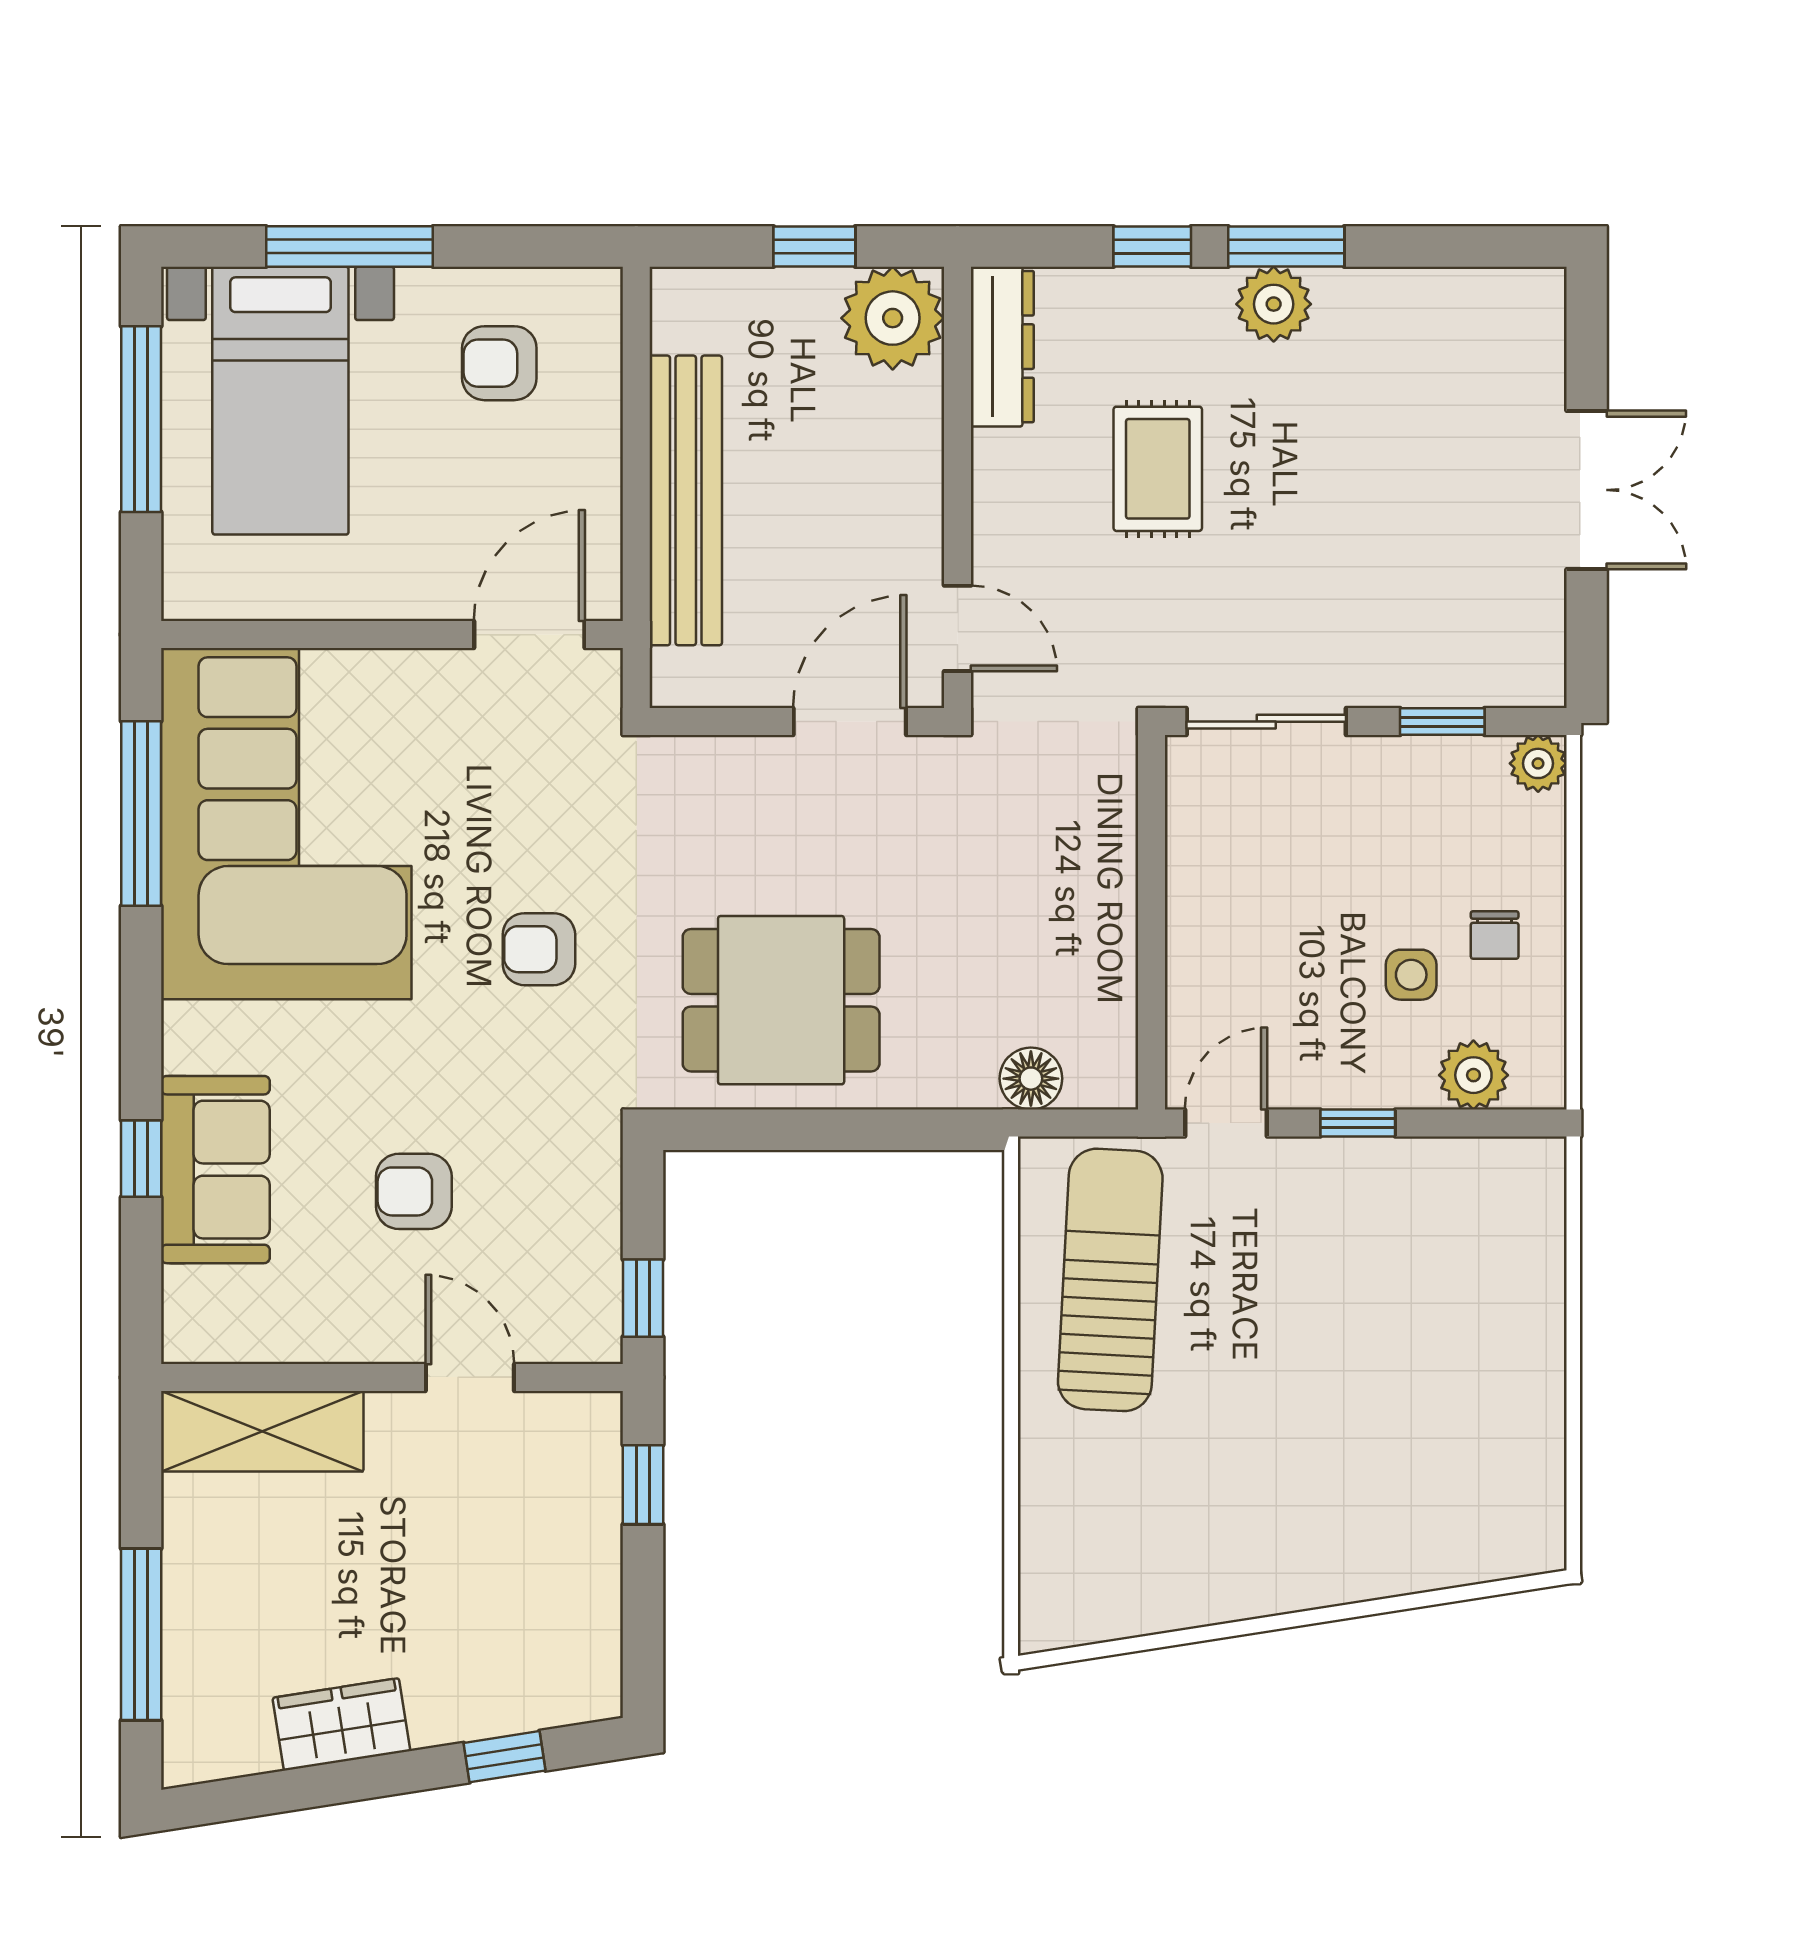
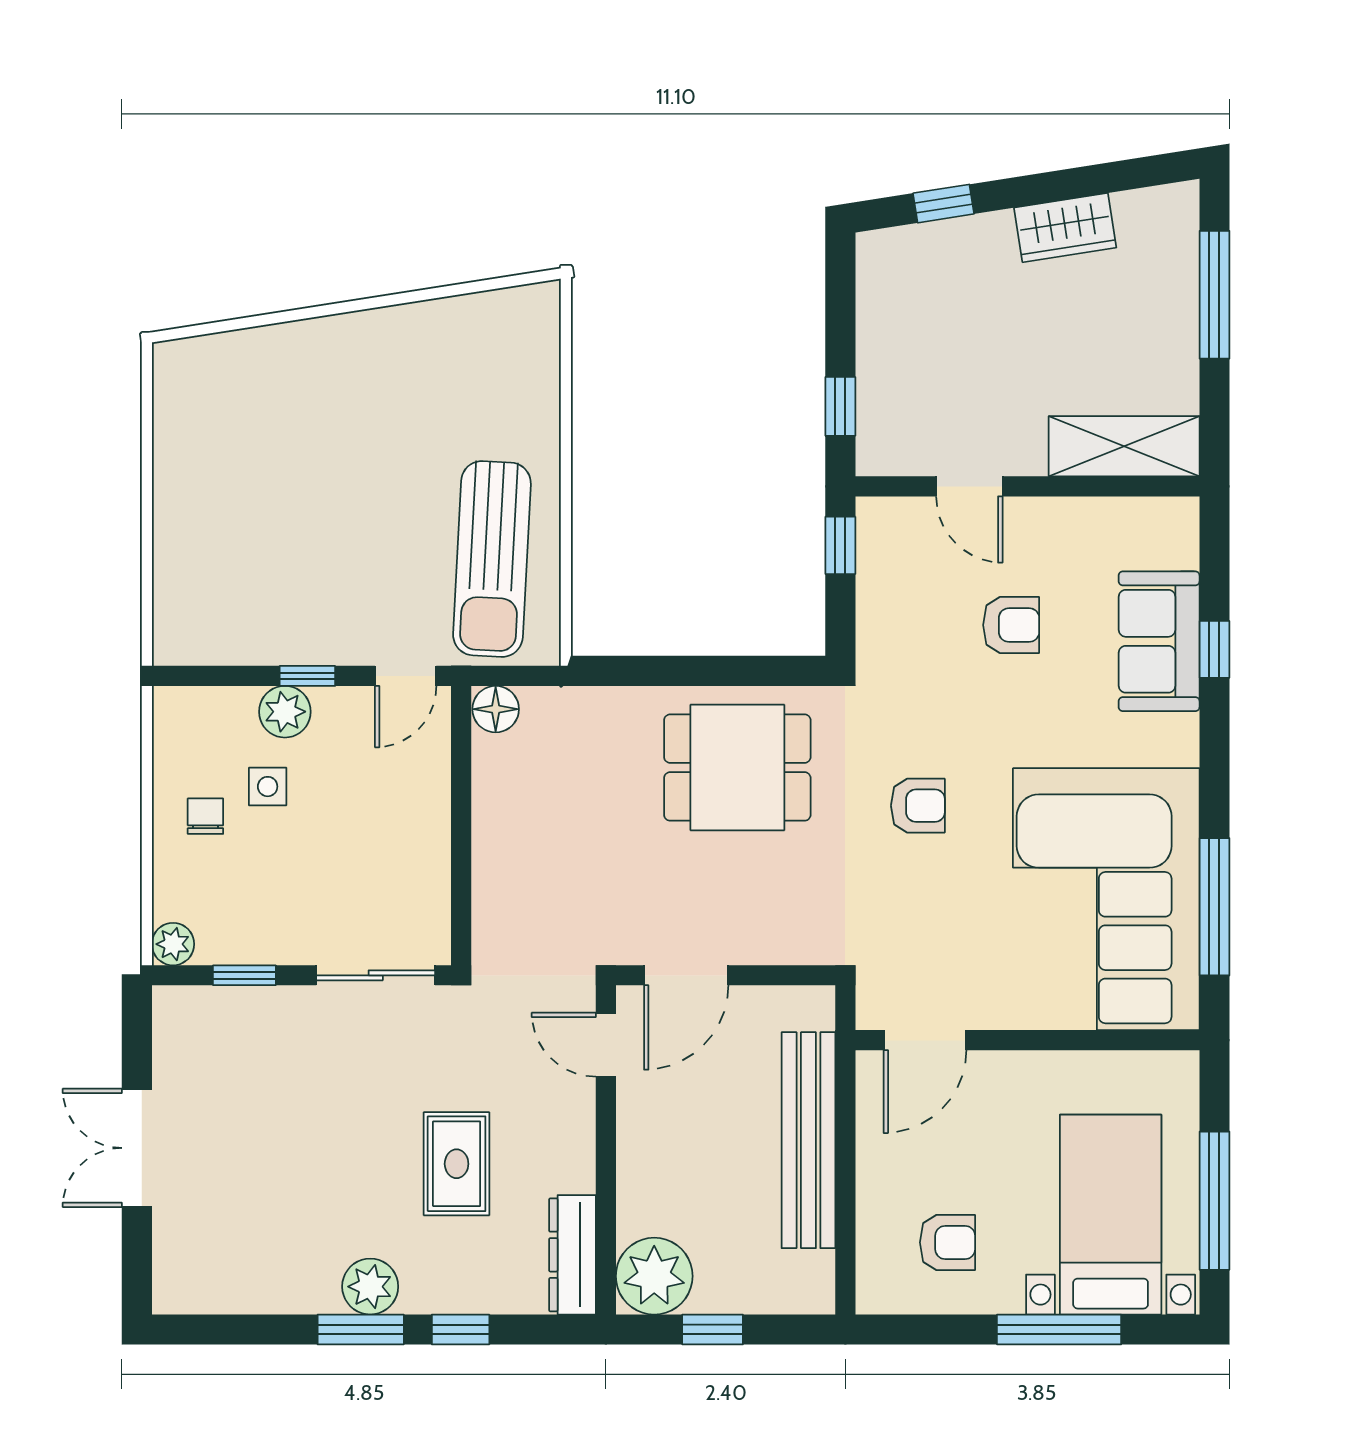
plant: (1473, 1075) -> (285, 712), moved
floor lamp: (1031, 1079) -> (496, 709), moved

